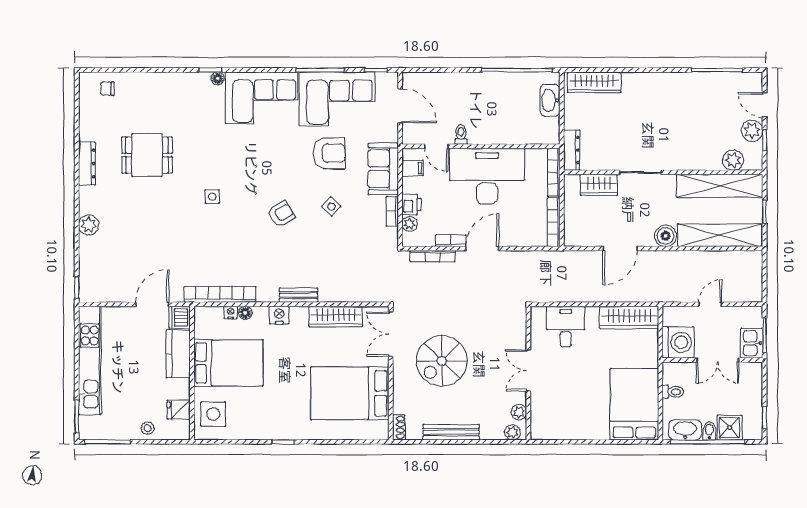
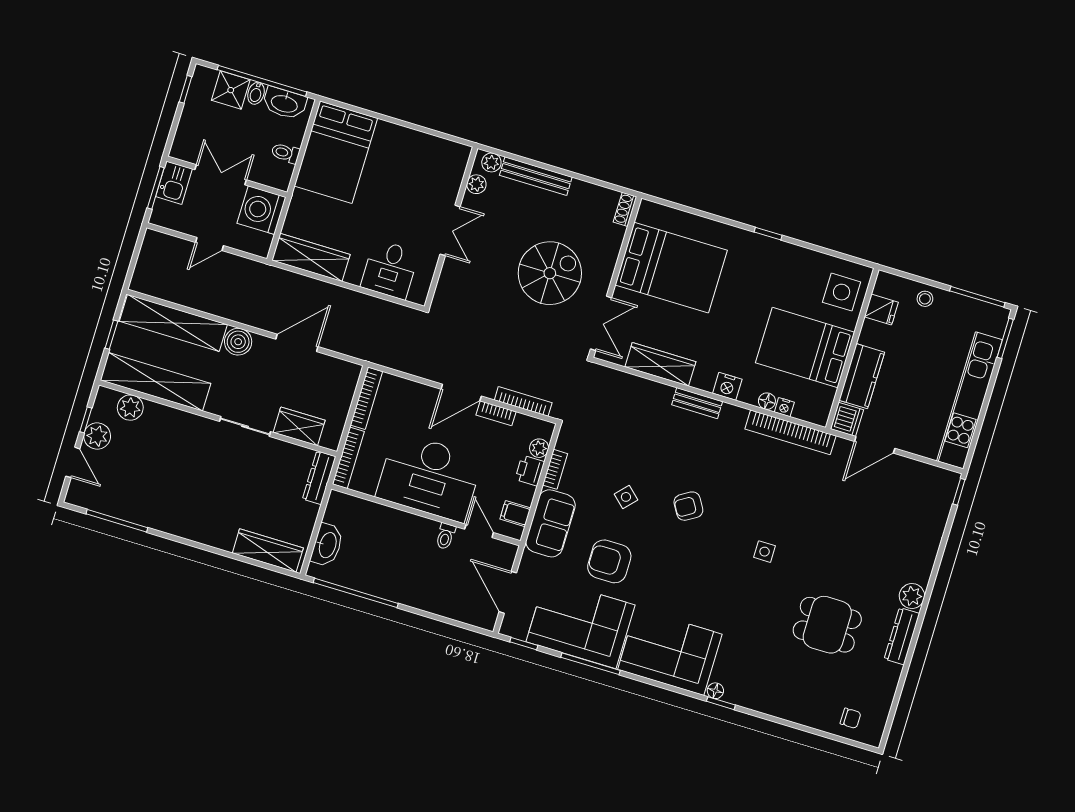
plant: (89, 225) -> (912, 596), moved
bench: (451, 432) -> (536, 176), moved

